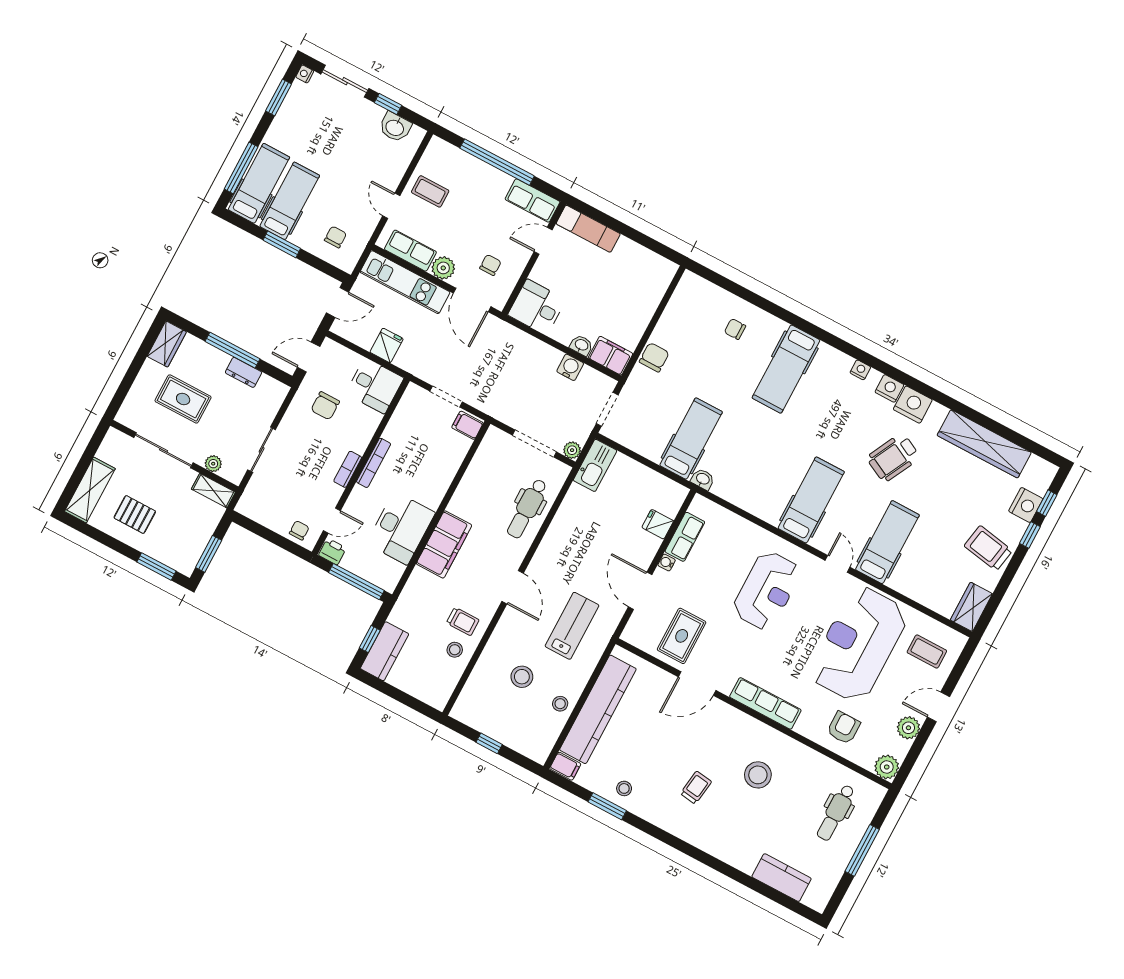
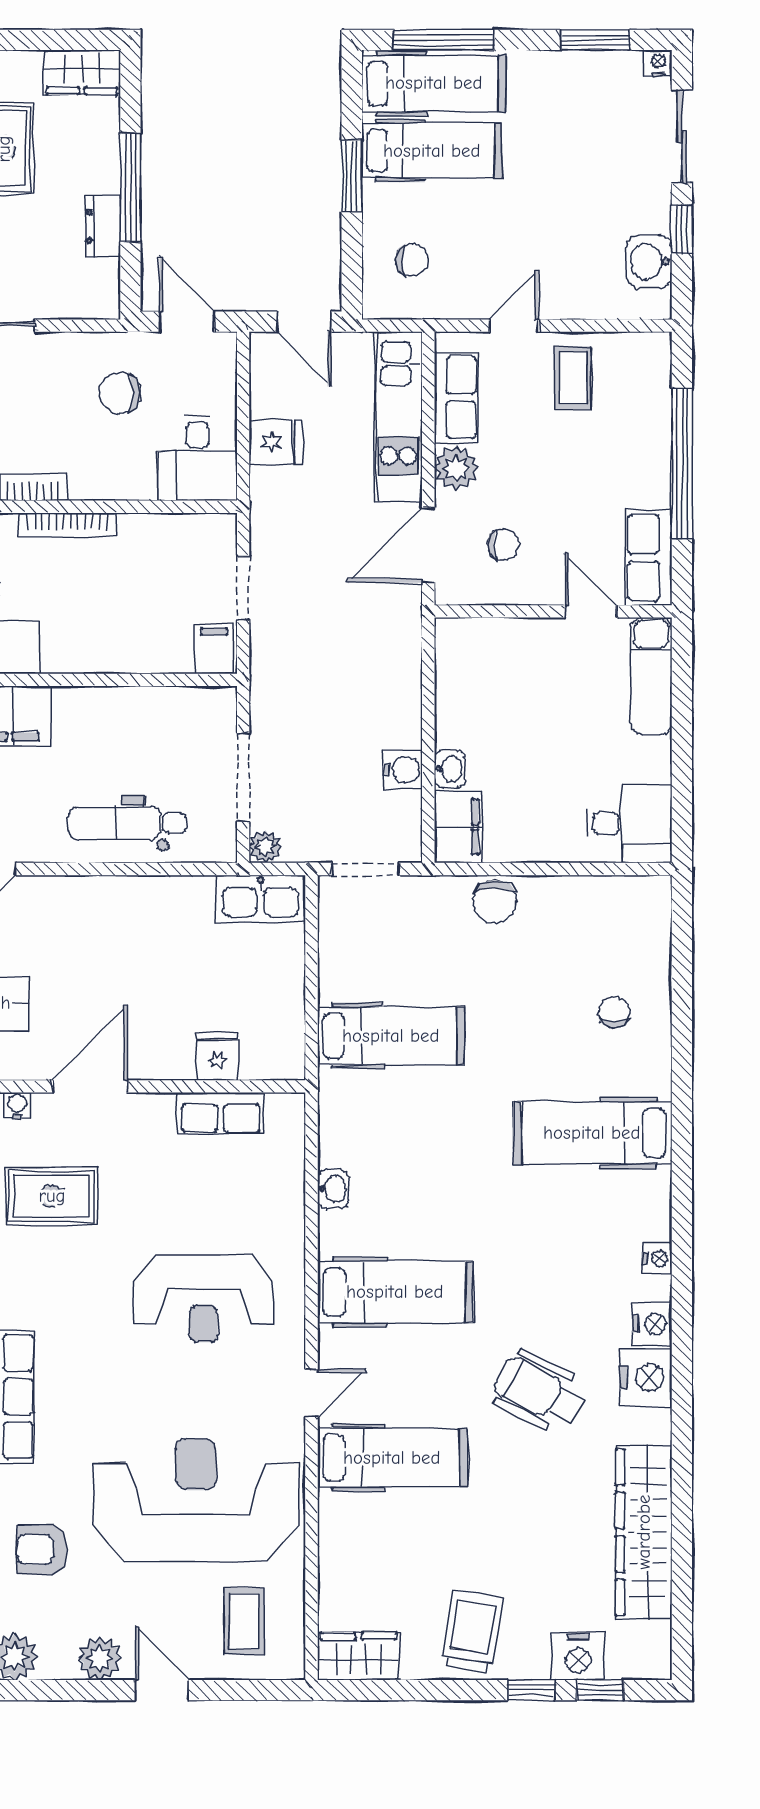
desk: (537, 307) -> (629, 823), moved, turned 90
chair: (654, 357) -> (494, 902), turned 90
washbasin: (703, 479) -> (333, 1189), moved
water cooler: (667, 562) -> (17, 1105), moved
armchair: (843, 728) -> (42, 1550), turned 180

